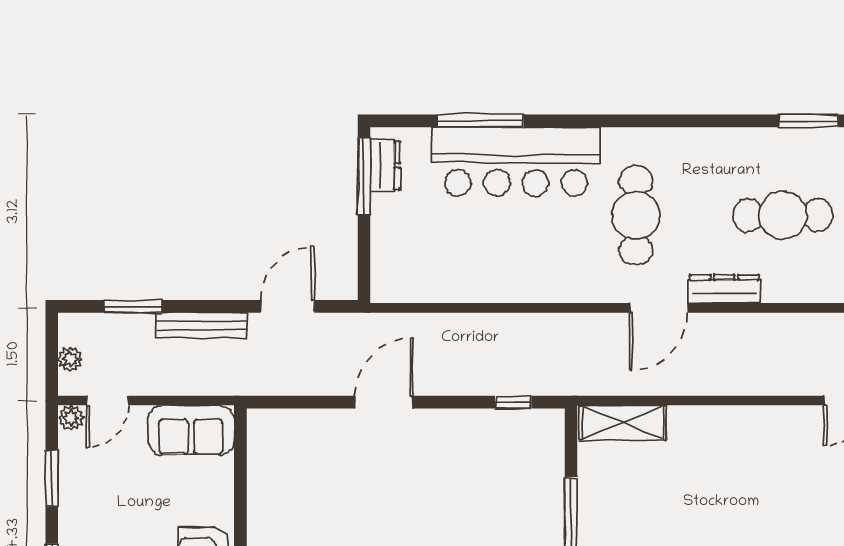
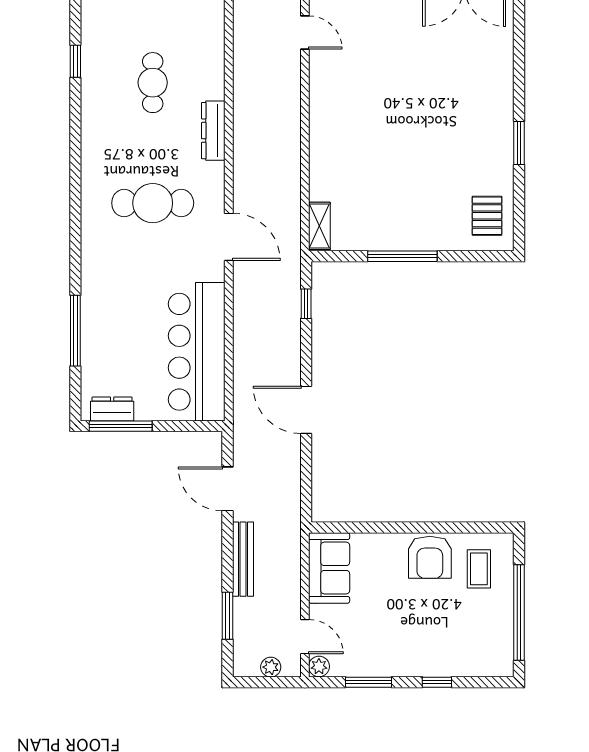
window: (809, 121) -> (75, 61), width x0.67
bar counter: (516, 162) -> (197, 352), moved, turned 180
cafe table: (783, 215) -> (153, 83), width x0.73, depth x0.74
door: (659, 308) -> (229, 237), moved
shelving: (623, 423) -> (319, 226), width x0.67, depth x0.75

